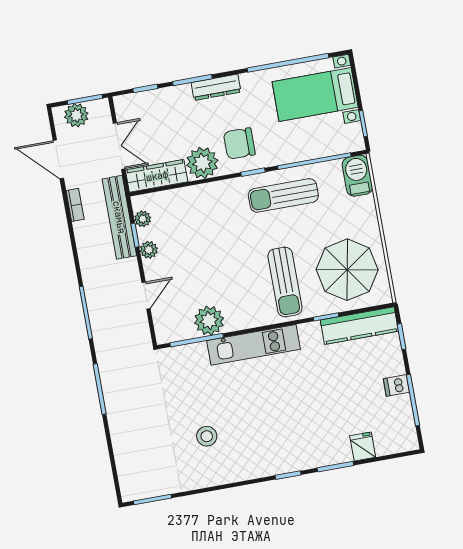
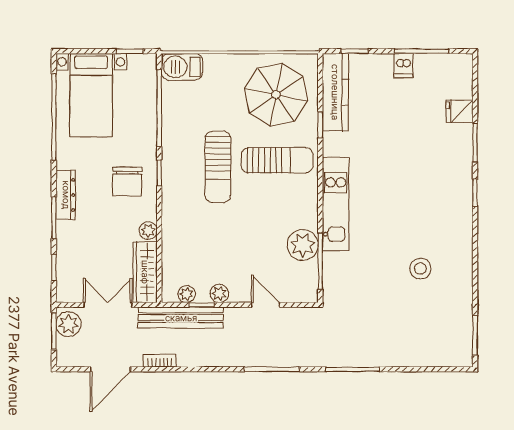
plant: (76, 115) -> (69, 324), moved
plant: (202, 163) -> (148, 231), width x0.53, depth x0.53
sun lounger: (283, 195) -> (218, 167), moved

